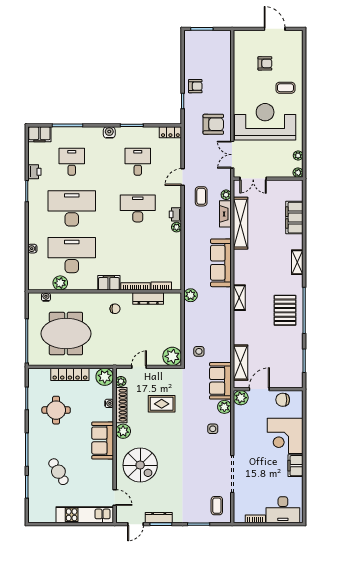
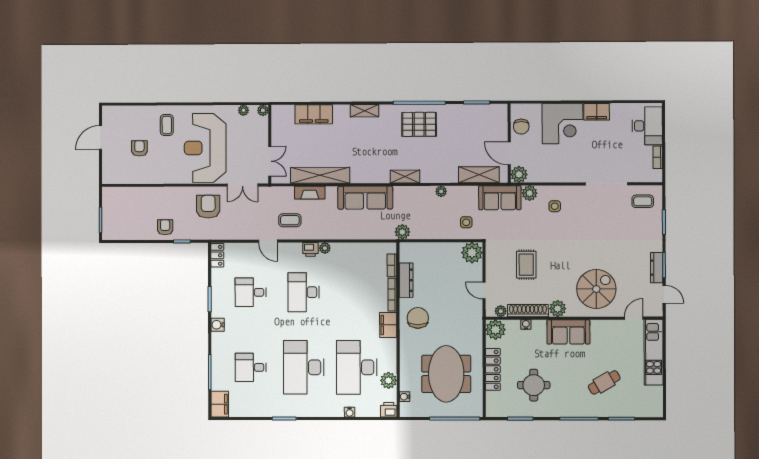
printer: (34, 172) -> (389, 410), moved
plant: (226, 195) -> (441, 191), moved
chair: (115, 309) -> (418, 318), width x1.87, depth x1.87

